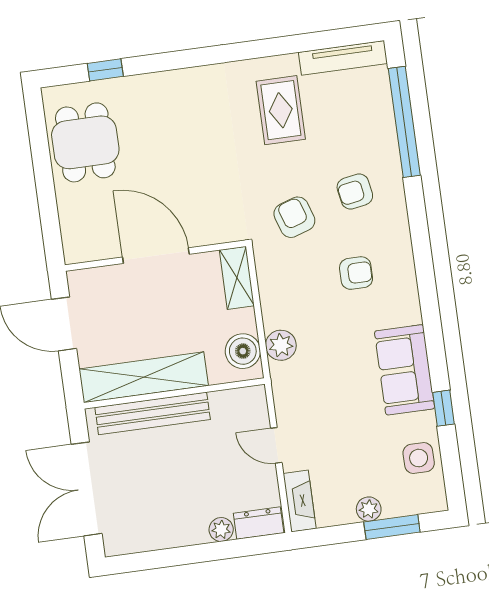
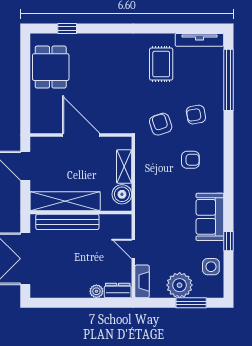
shelving: (237, 278) -> (124, 166), moved
plant: (281, 345) -> (143, 194), removed
plant: (369, 509) -> (180, 285), width x1.87, depth x1.87

